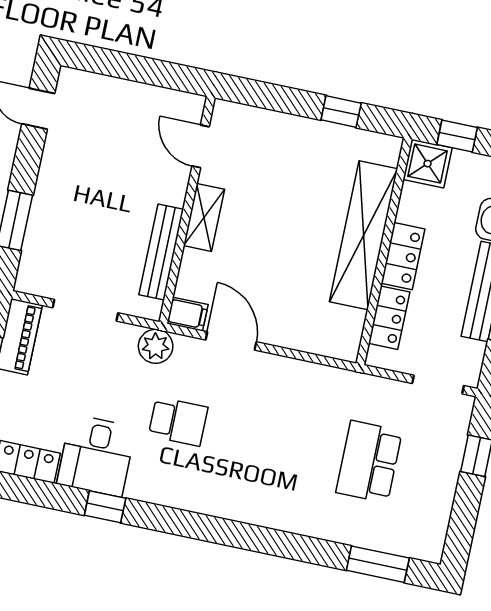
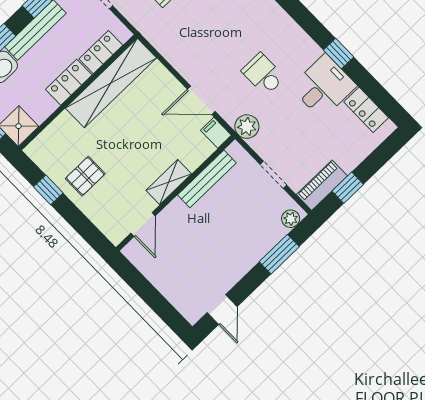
pallet: (308, 158) -> (85, 176), added
shelving: (364, 235) -> (111, 83), moved
plant: (30, 272) -> (291, 219), added
doorway: (85, 310) -> (273, 175), width x0.73
door: (231, 341) -> (201, 100), hinge flipped

